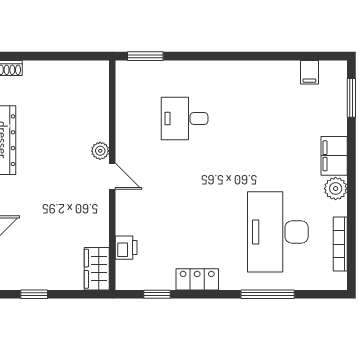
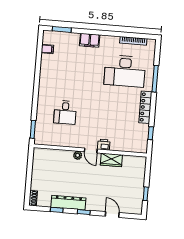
door: (112, 176) -> (91, 150), swing flipped
plant: (336, 189) -> (106, 41), removed
printer: (126, 248) -> (104, 145), moved
wardrobe: (97, 269) -> (111, 160), moved
locker: (197, 279) -> (145, 107), width x1.53

